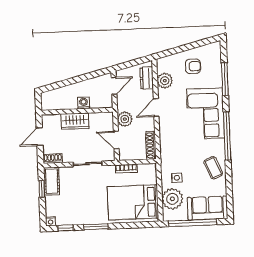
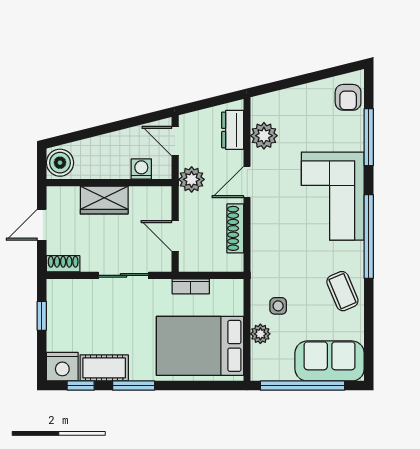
armchair: (193, 66) -> (348, 97), moved, turned 90
door: (114, 86) -> (175, 141), swing flipped
boiler: (49, 101) -> (60, 163), added
washing machine: (84, 103) -> (141, 169), moved
plant: (125, 119) -> (192, 179), moved
shoe rack: (151, 145) -> (235, 228), moved
cot: (52, 181) -> (104, 368), moved, turned 90
plant: (172, 199) -> (260, 334), width x0.53, depth x0.53
nightstand: (51, 221) -> (62, 367), width x1.89, depth x1.79

